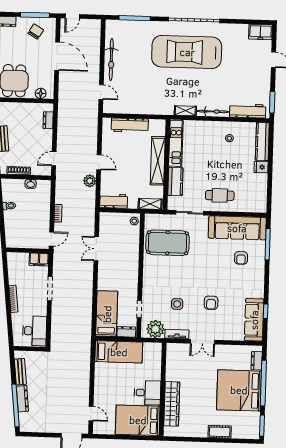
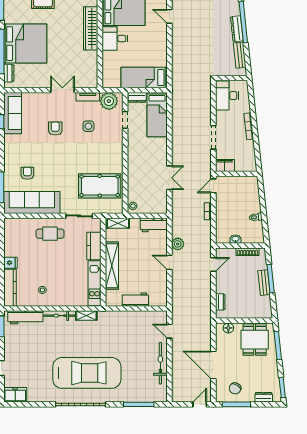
workbench: (130, 125) -> (135, 300), width x0.73

